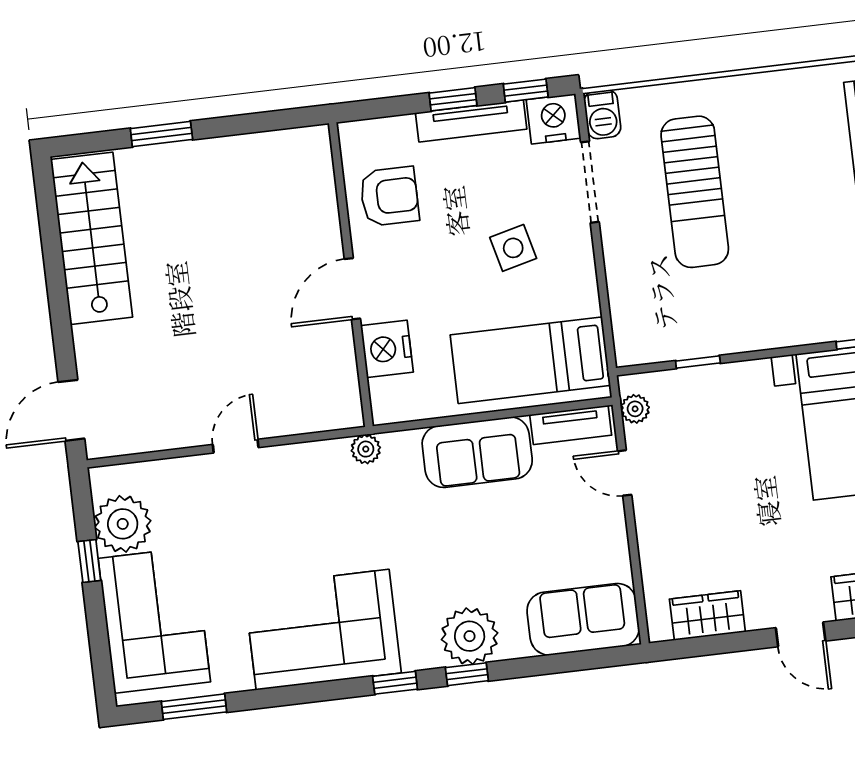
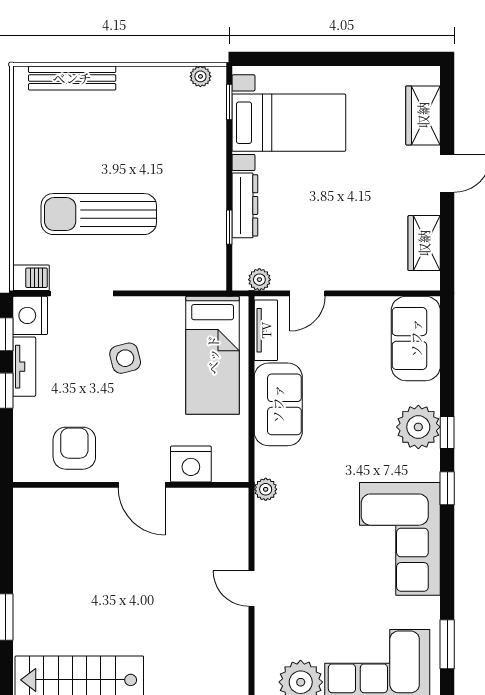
tv unit: (471, 121) -> (24, 367), width x0.71
sun lounger: (695, 192) -> (99, 214), turned 180
dresser: (728, 379) -> (245, 205), added

